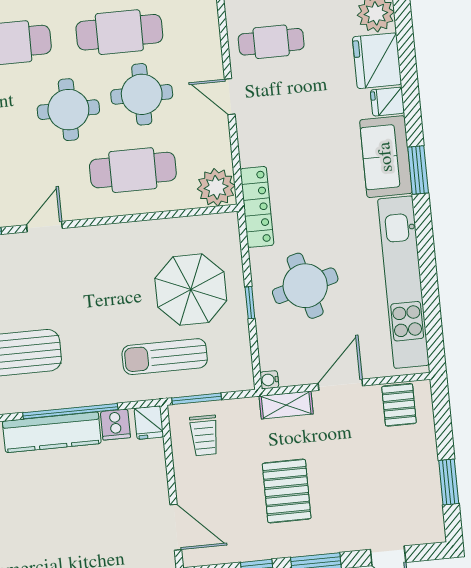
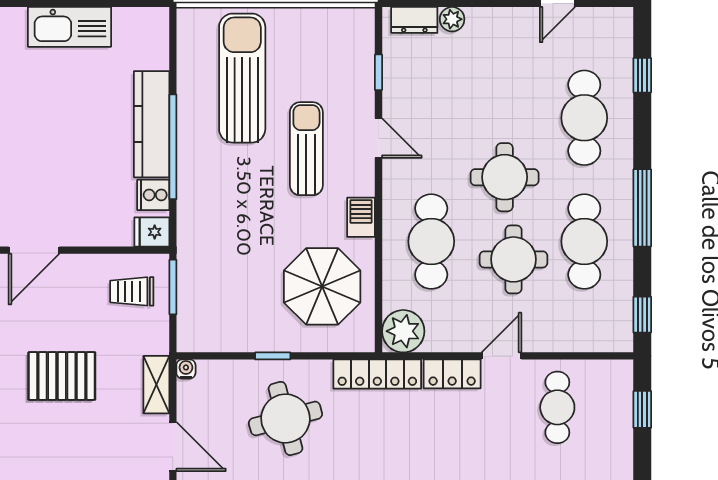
locker: (250, 140) -> (452, 374), added
barbecue: (117, 235) -> (361, 217), added
parasol: (191, 290) -> (322, 286), moved
sun lounger: (165, 357) -> (306, 149), moved

